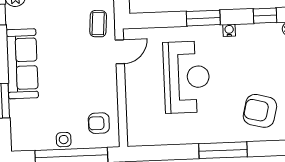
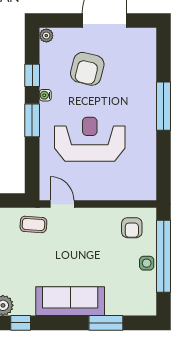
window: (265, 16) -> (32, 75), moved
armchair: (260, 111) -> (87, 69), moved

